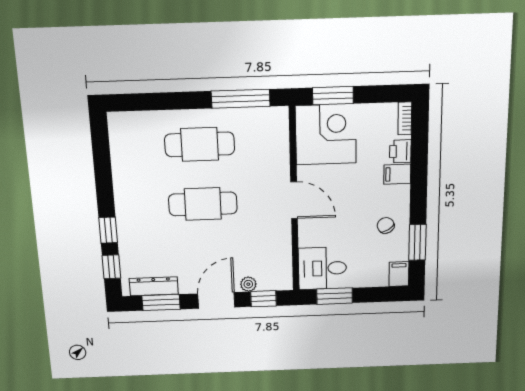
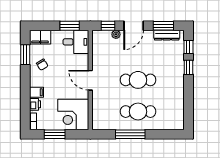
window: (333, 96) -> (55, 134), moved
window: (241, 99) -> (130, 134), moved
filing cabinet: (399, 274) -> (40, 37), width x2.00

